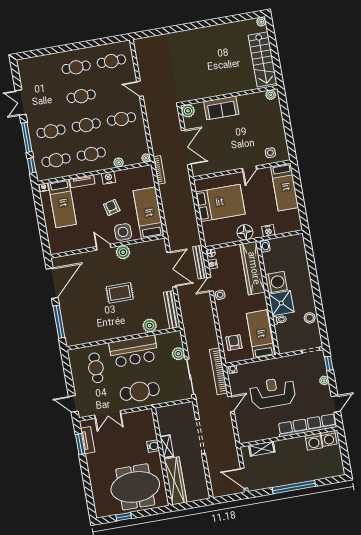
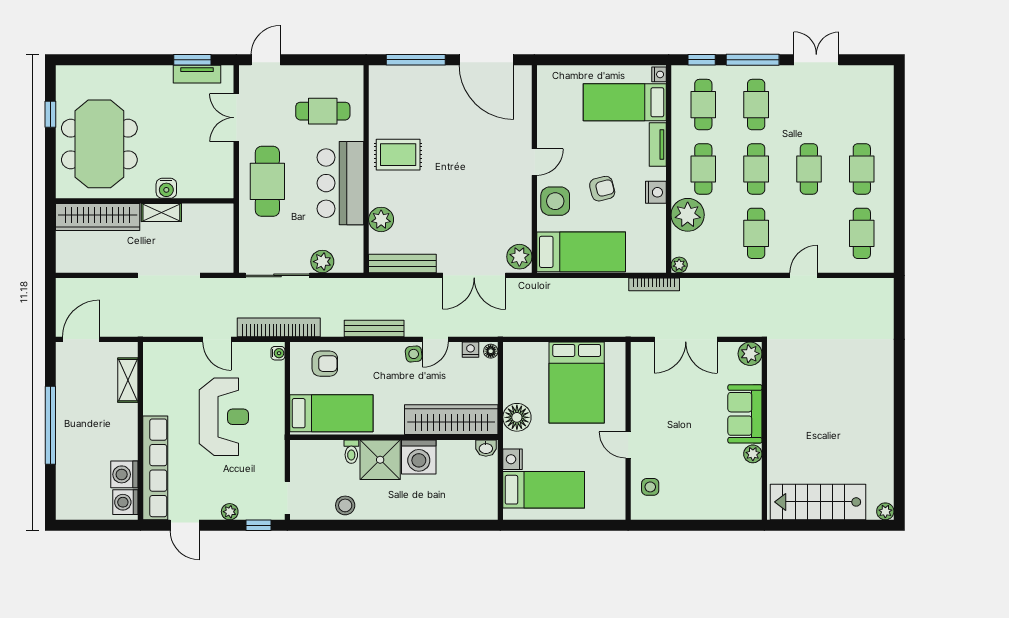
plant: (271, 95) -> (753, 454), moved
plant: (119, 162) -> (688, 215), width x1.87, depth x1.87
bed: (285, 187) -> (544, 490), moved, turned 180
plant: (123, 252) -> (519, 257), moved
bench: (200, 262) -> (374, 328), moved
door: (210, 284) -> (435, 339), swing flipped
rug: (120, 293) -> (398, 155), moved, turned 90

